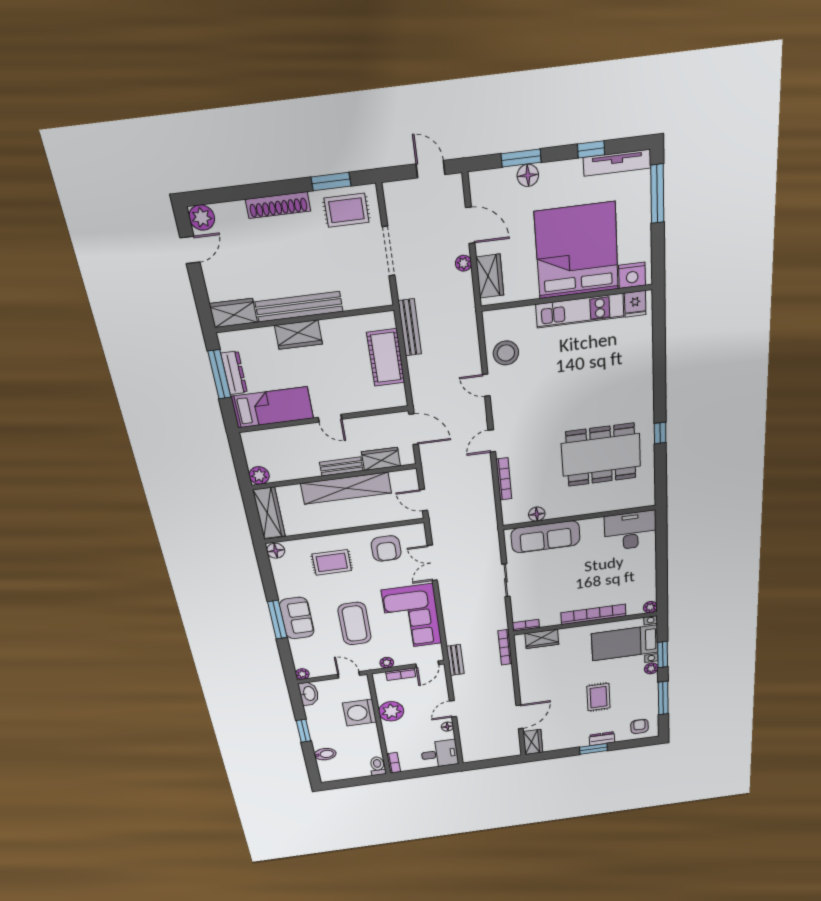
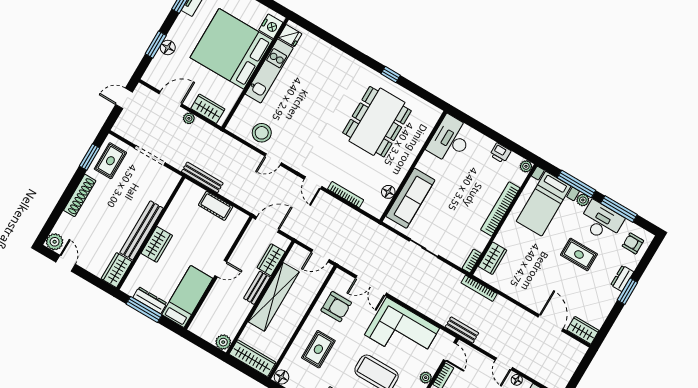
cot: (386, 357) -> (216, 206), width x0.73, depth x0.75
printer: (648, 579) -> (500, 153), added
window: (663, 655) -> (576, 184), width x1.44
desk: (642, 693) -> (601, 221), added

